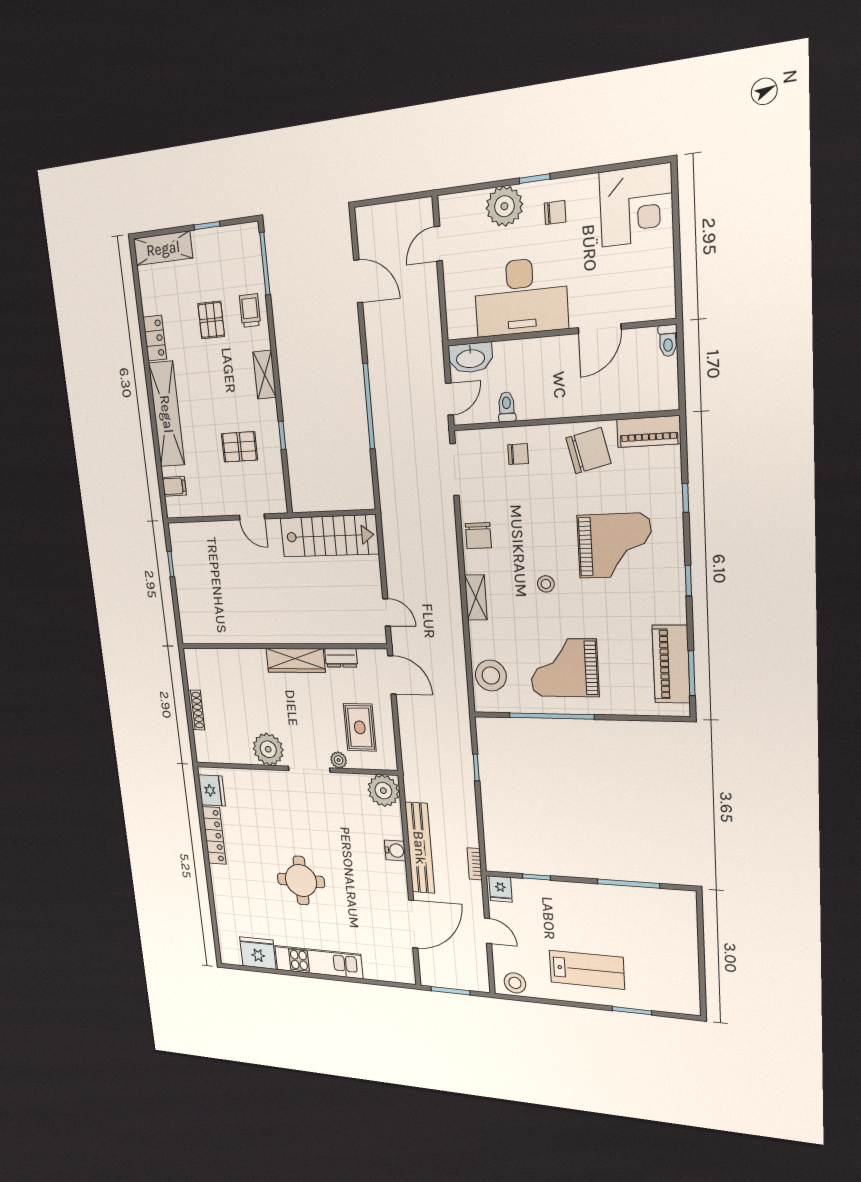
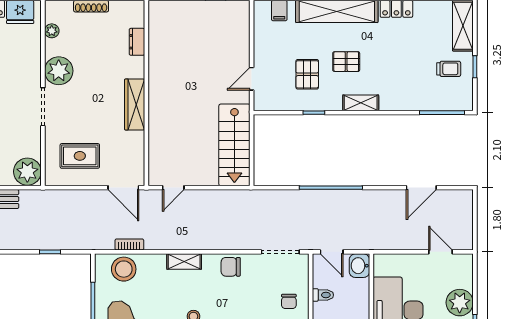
trolley: (250, 311) -> (449, 69), moved
pallet: (211, 320) -> (346, 62), moved
washbasin: (470, 358) -> (359, 266), width x0.72
dresser: (341, 658) -> (137, 42), moved
bookcase: (460, 668) -> (129, 244), added
door: (392, 675) -> (123, 188), hinge flipped
plant: (339, 760) -> (52, 31), moved

